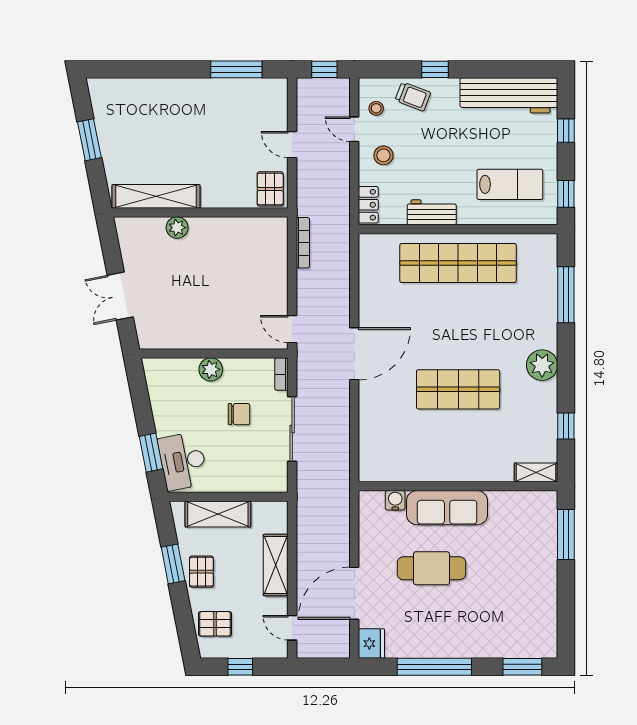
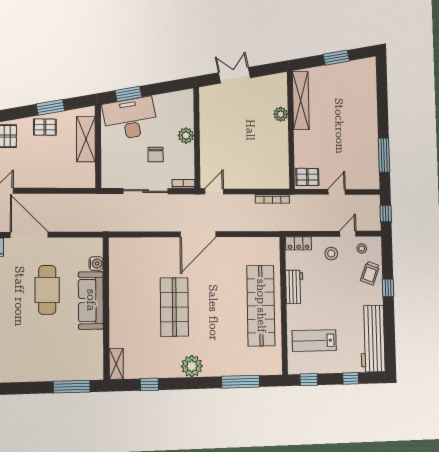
lab bench: (510, 184) -> (314, 341), turned 90
door: (354, 354) -> (198, 234), hinge flipped
desk: (183, 461) -> (130, 119), width x1.36, depth x1.30
shelving: (276, 565) -> (50, 179), removed

